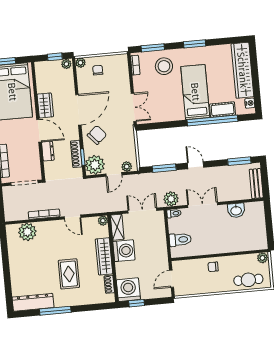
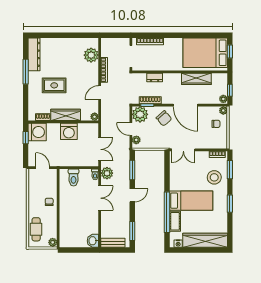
wardrobe: (45, 105) -> (196, 79), width x1.50
door: (39, 131) -> (172, 72), removed
washbasin: (236, 210) -> (93, 241), moved
shelving: (117, 227) -> (88, 128), removed

